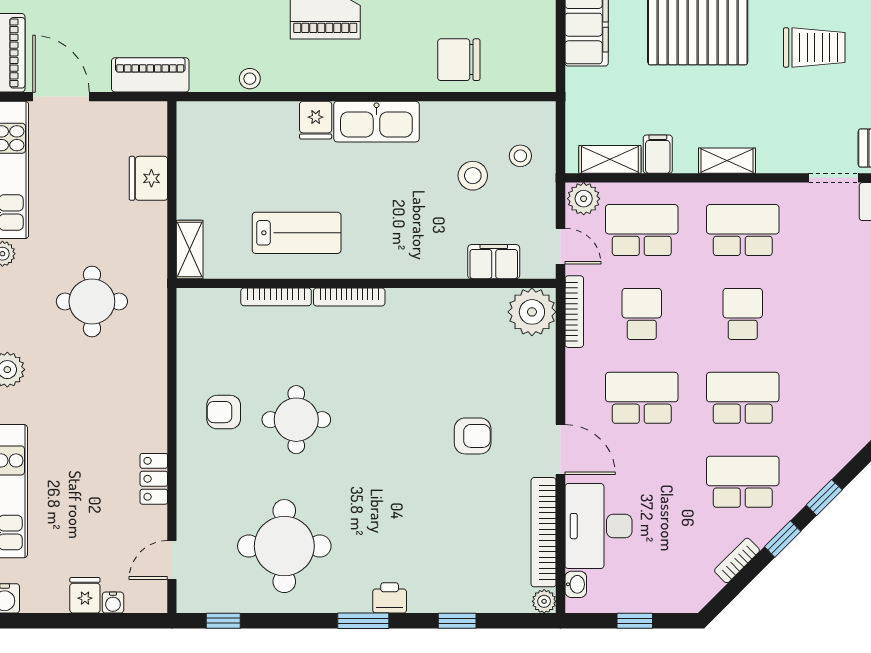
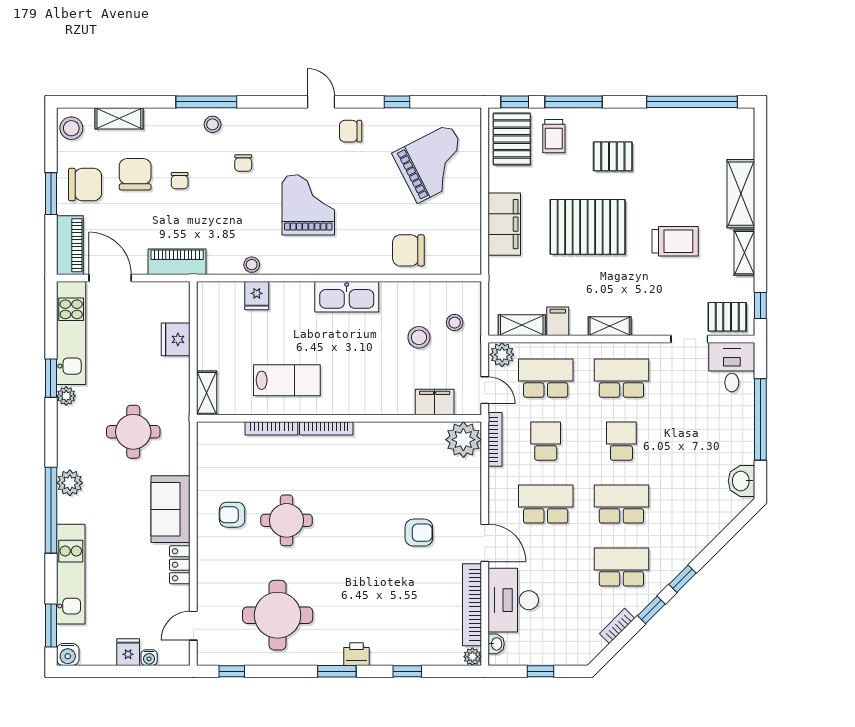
fridge: (316, 120) -> (257, 296), moved
sofa: (142, 405) -> (171, 509), added

